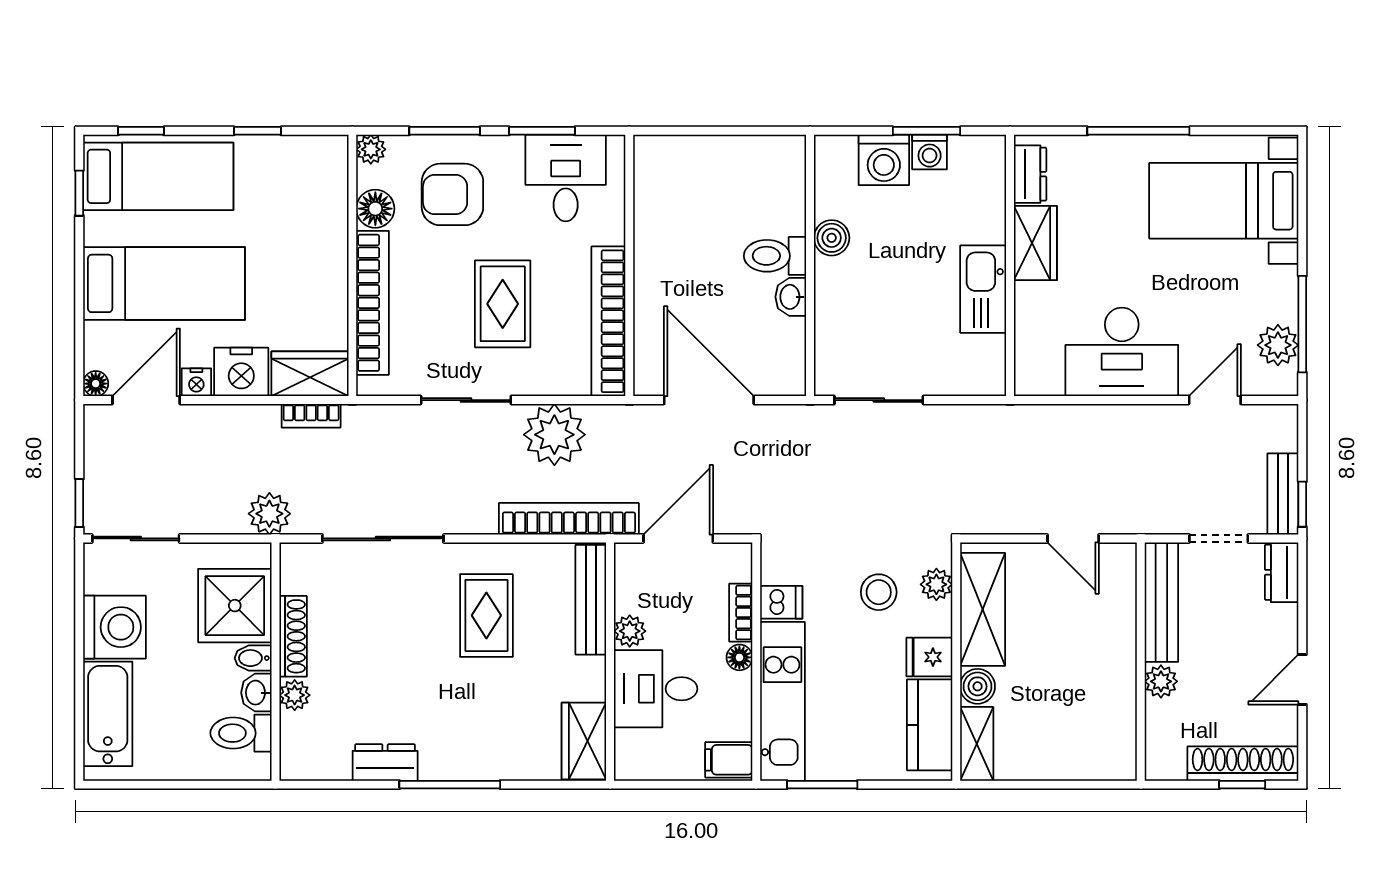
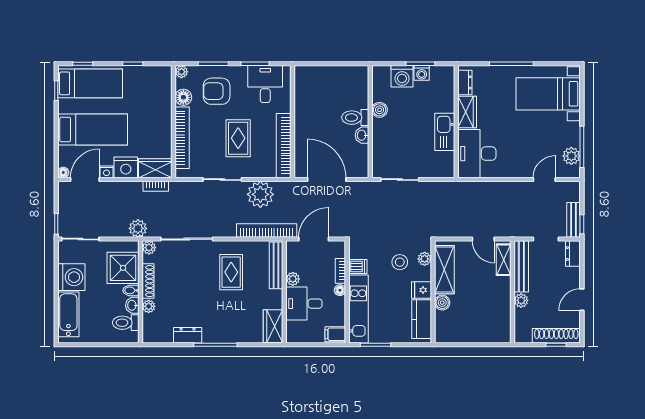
desk: (1122, 352) -> (477, 154), moved, turned 90
plant: (295, 558) -> (149, 248), added
shelving: (977, 744) -> (504, 260), moved

